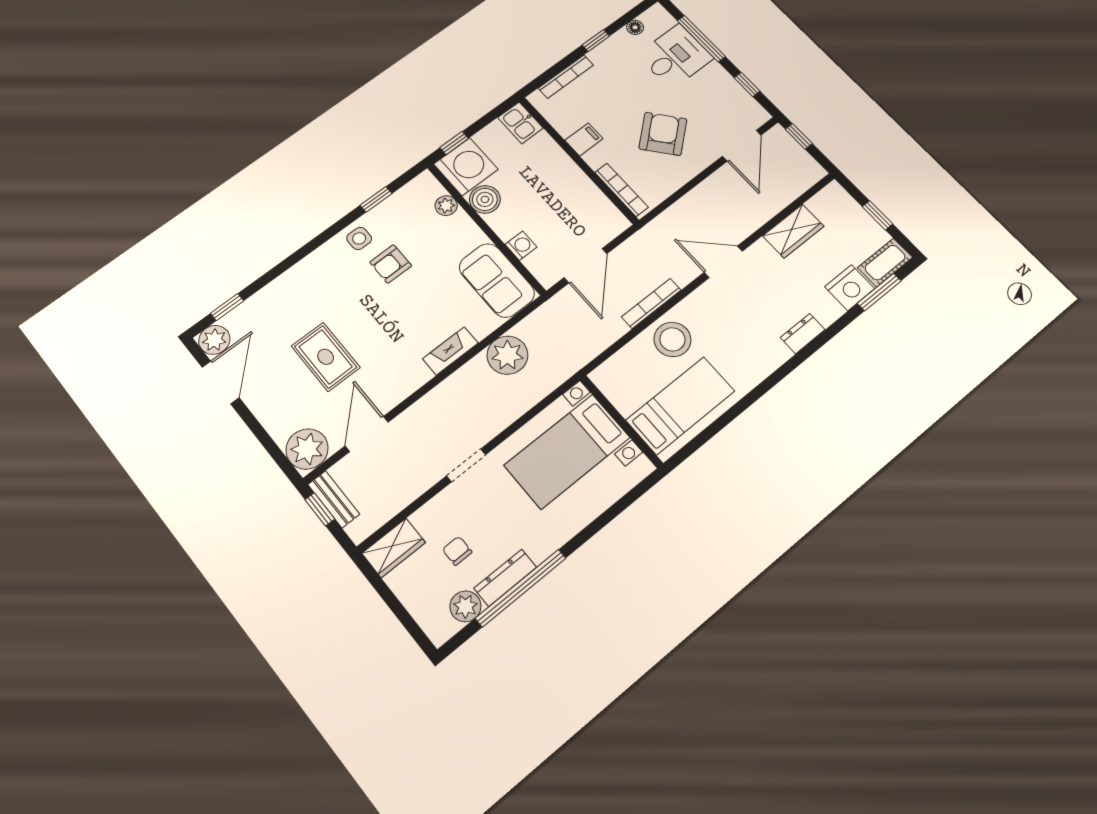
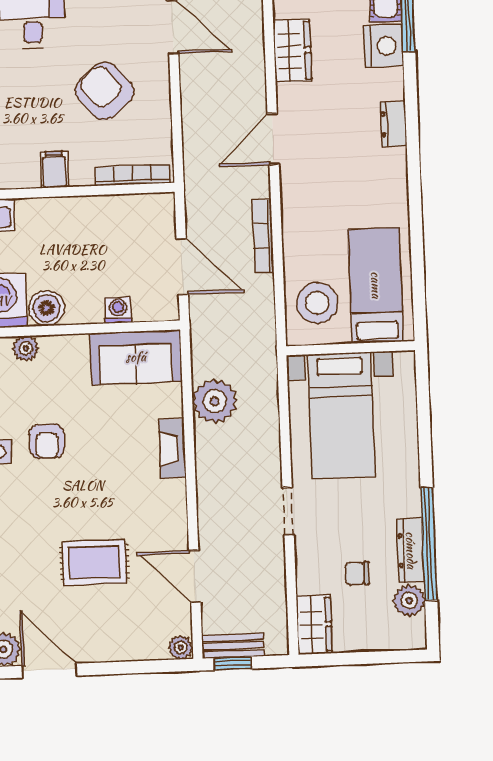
stool: (672, 339) -> (317, 303), moved
plant: (307, 449) -> (181, 647), width x0.53, depth x0.53

